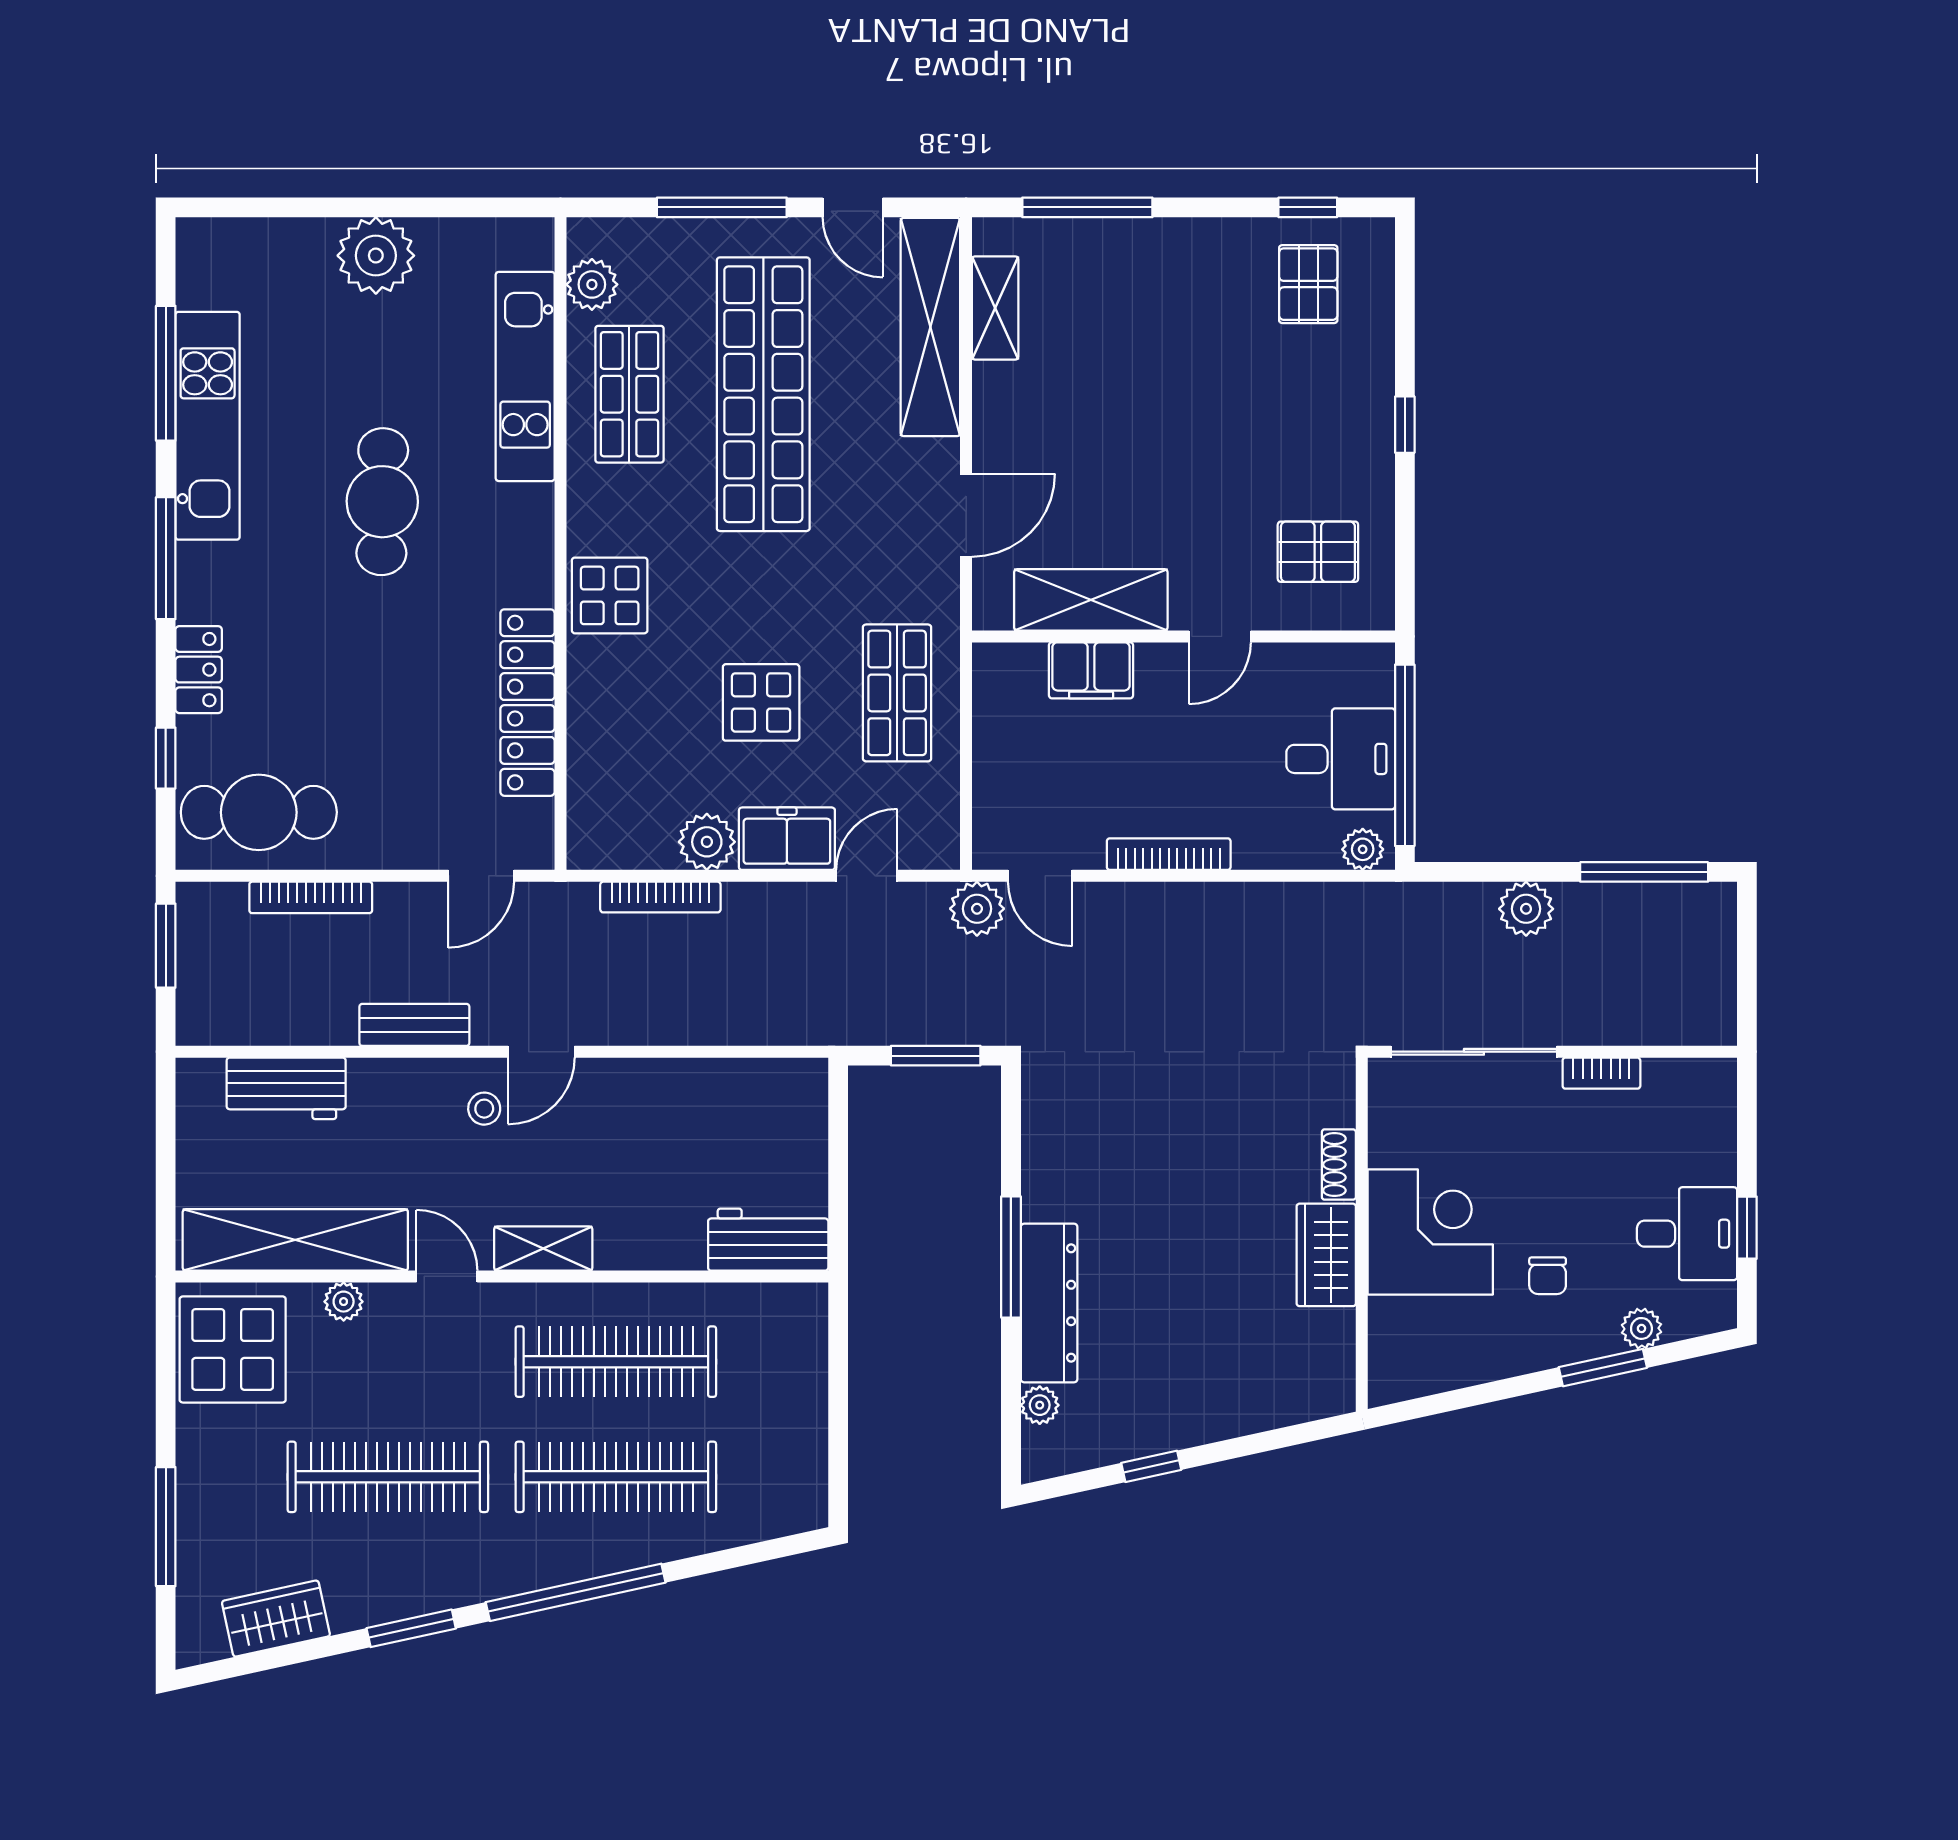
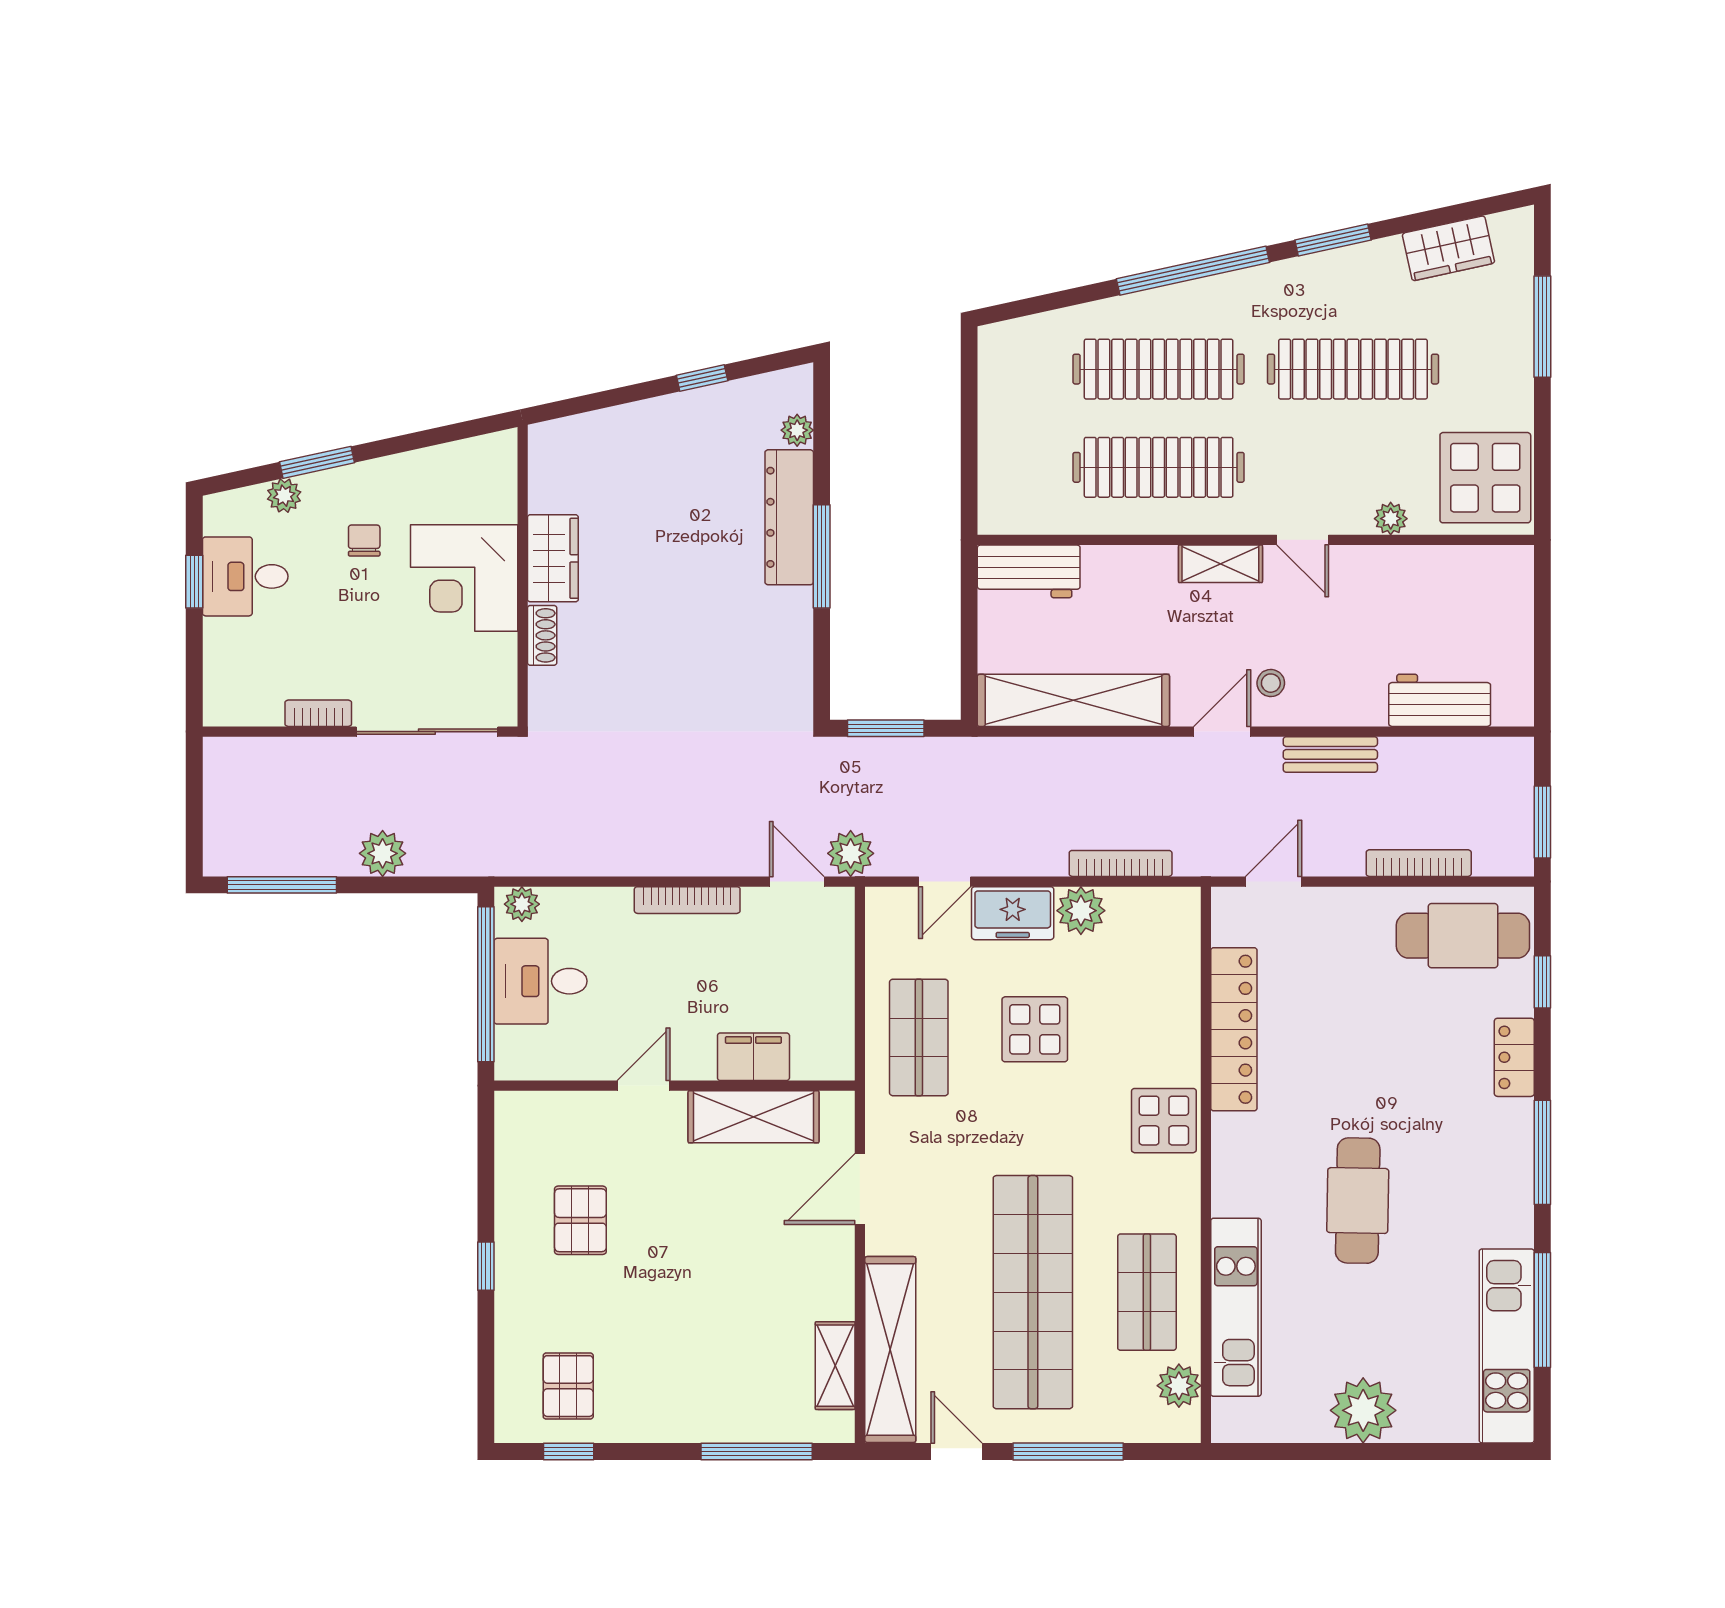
kitchen unit: (208, 426) -> (1507, 1346), moved
pallet: (1318, 552) -> (580, 1220), moved, turned 90
shelving: (295, 1240) -> (1073, 700), moved

